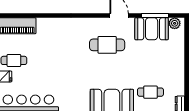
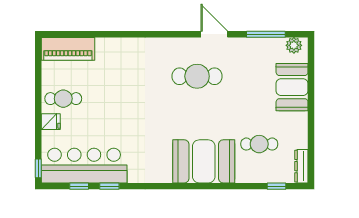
booth: (152, 29) -> (292, 87), moved, turned 90

